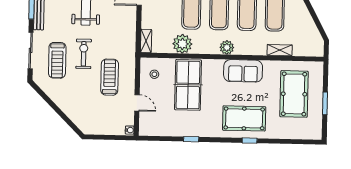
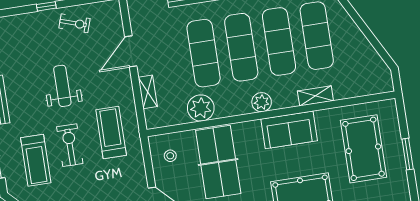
shelving: (146, 41) -> (148, 92), moved
shelving: (280, 50) -> (315, 96), moved
treadmill: (110, 77) -> (111, 133), moved

